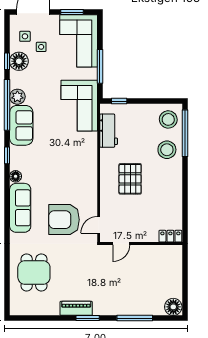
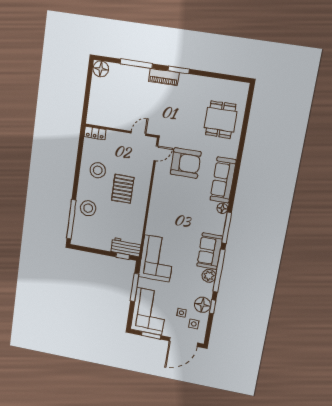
stool: (168, 119) -> (98, 170), moved
workbench: (109, 131) -> (126, 247), moved, turned 90
window: (7, 155) -> (227, 228), width x2.17
piano: (76, 308) -> (164, 77), moved

